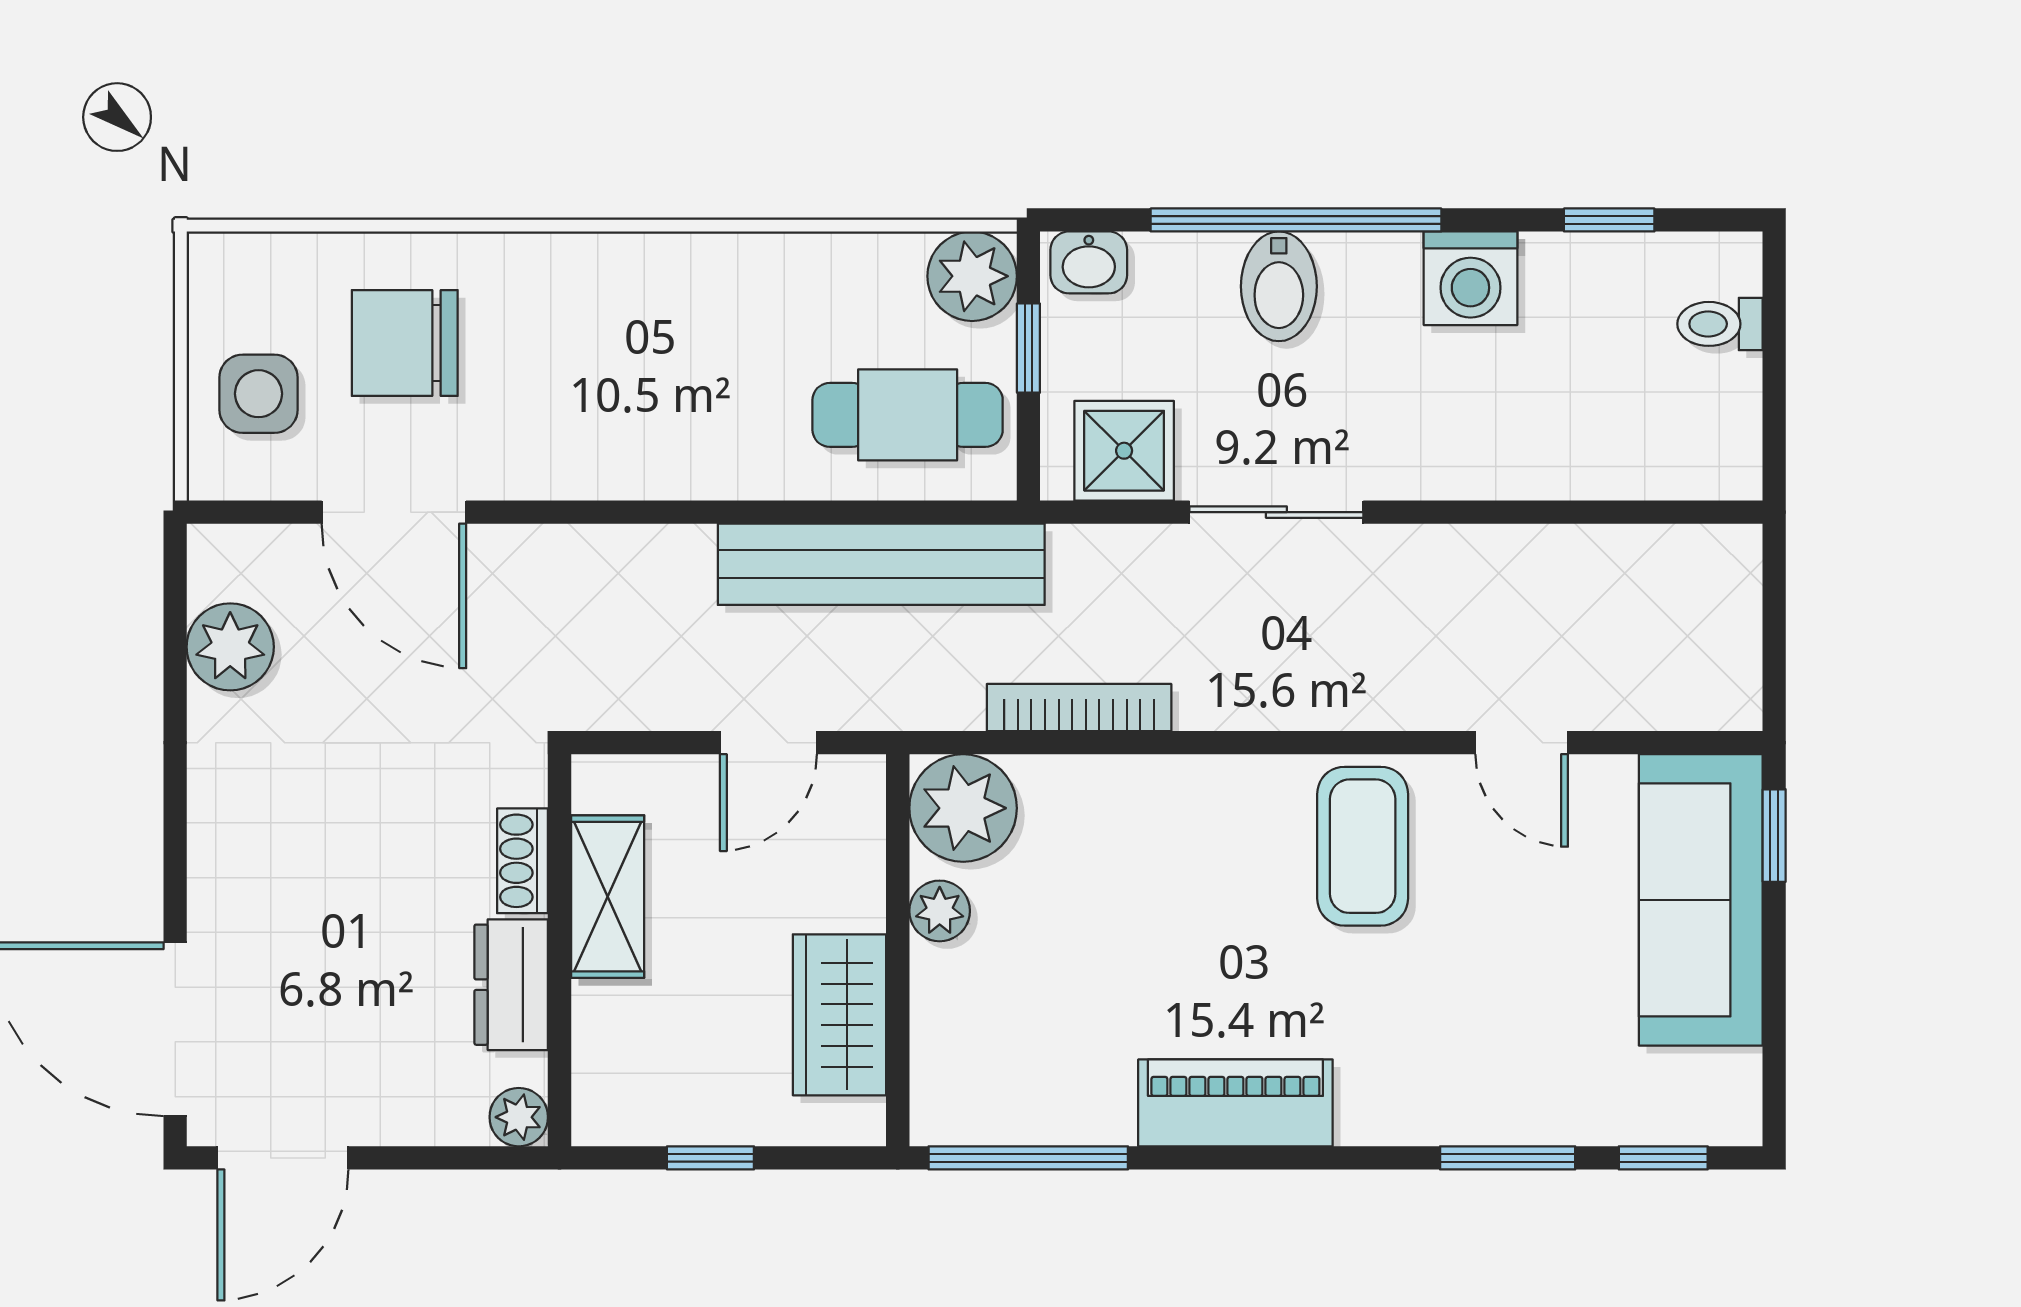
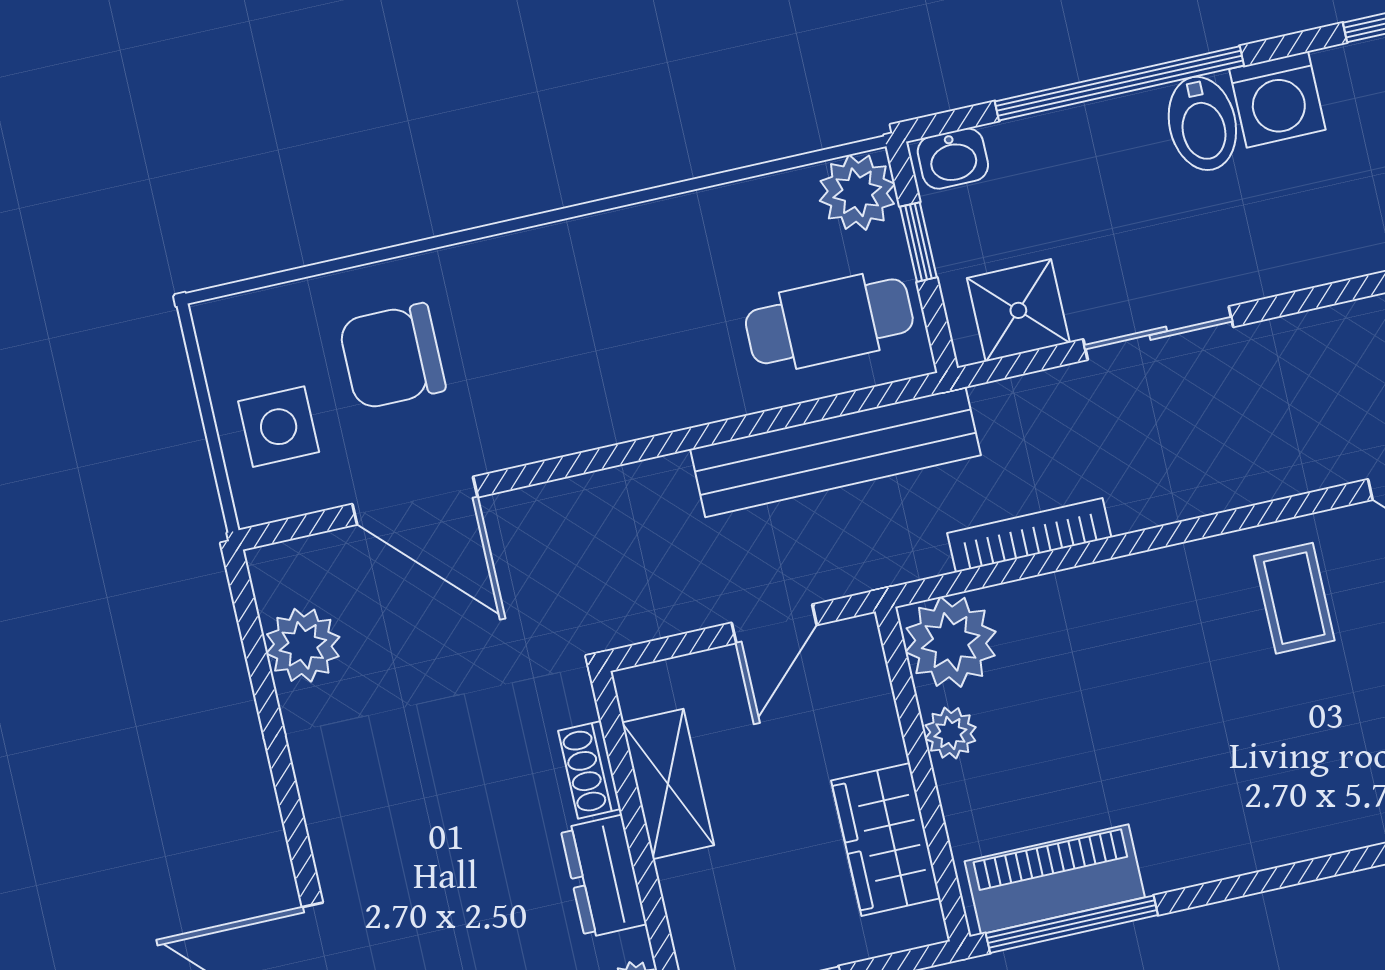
bidet: (1279, 286) -> (1202, 123), moved
coffee table: (1363, 846) -> (1294, 598), width x0.73, depth x0.77
piano: (1235, 1103) -> (1055, 879), moved

